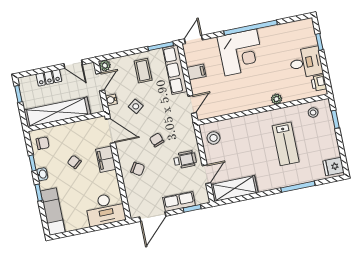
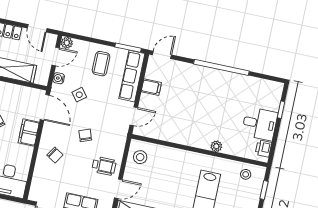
corner desk: (241, 52) -> (202, 87), removed

